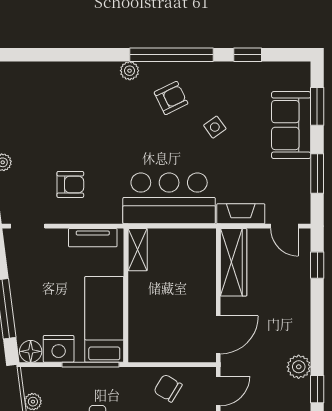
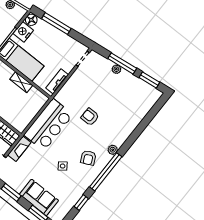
armchair: (70, 184) -> (90, 117), moved, turned 90
shelving: (138, 250) -> (21, 82), moved

